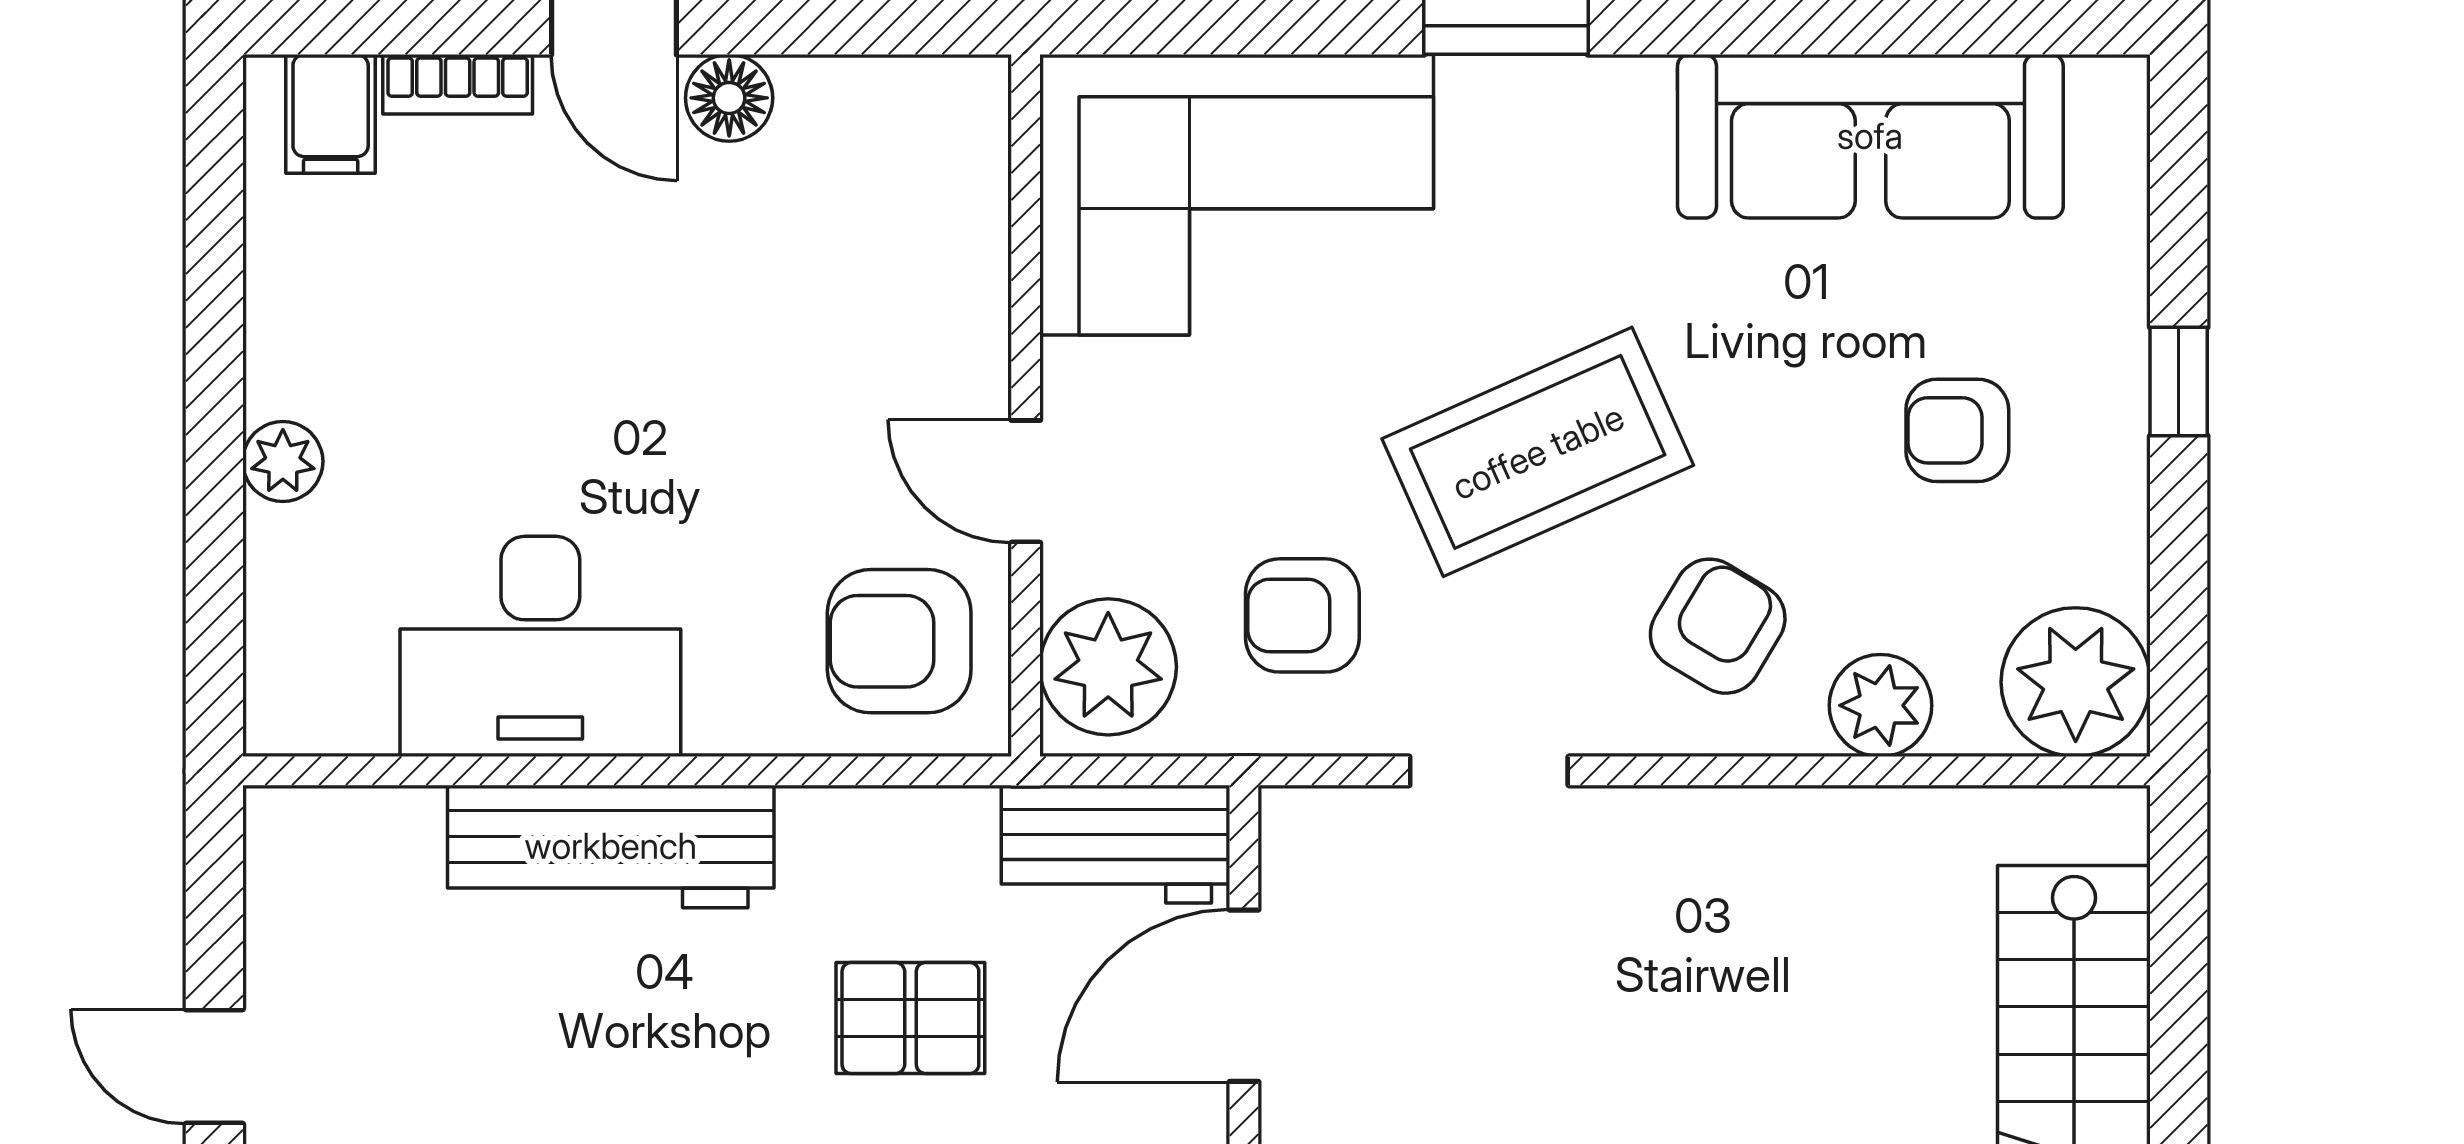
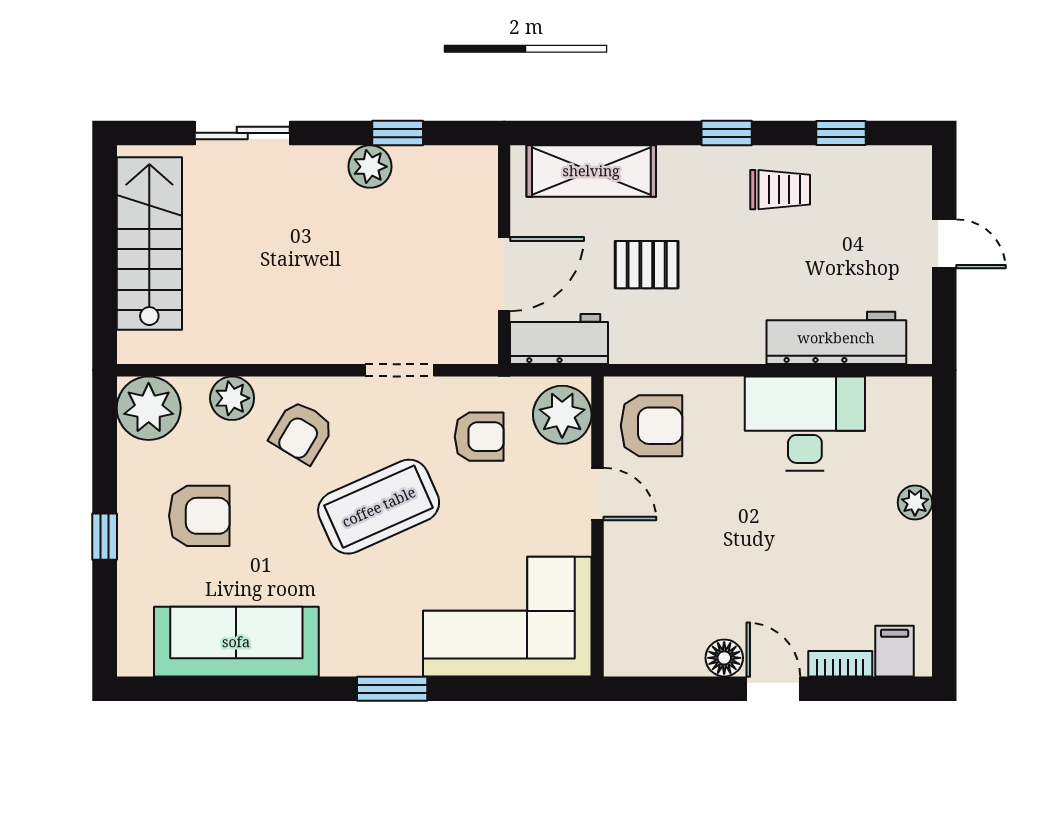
armchair: (1957, 430) -> (199, 516), width x1.38, depth x1.38
workbench: (611, 846) -> (836, 338), moved

